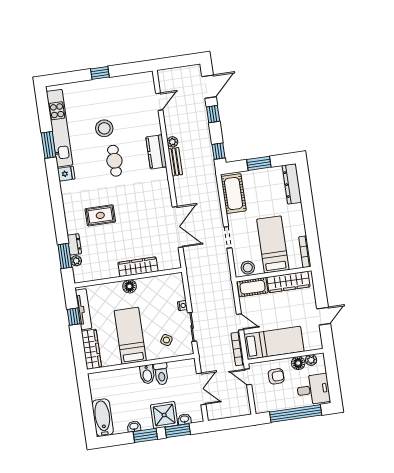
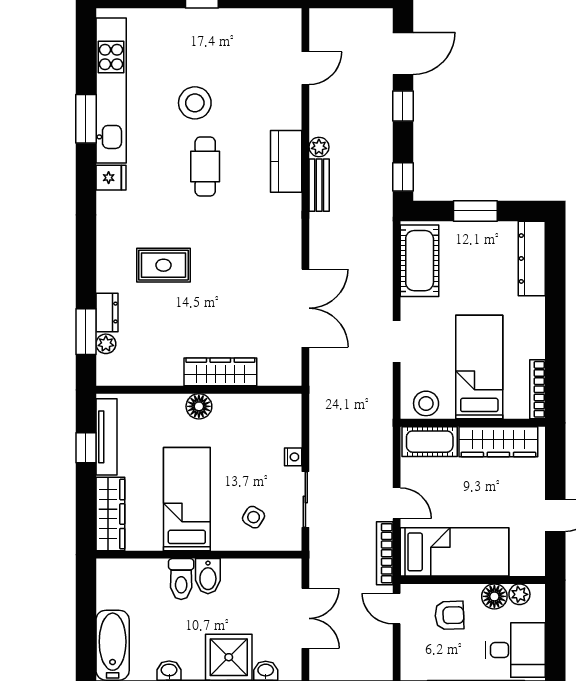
toilet: (161, 374) -> (181, 579), moved

